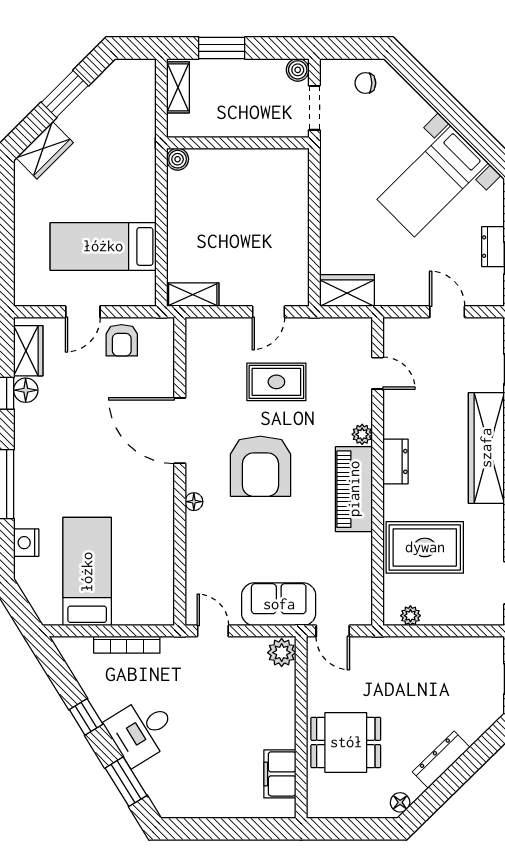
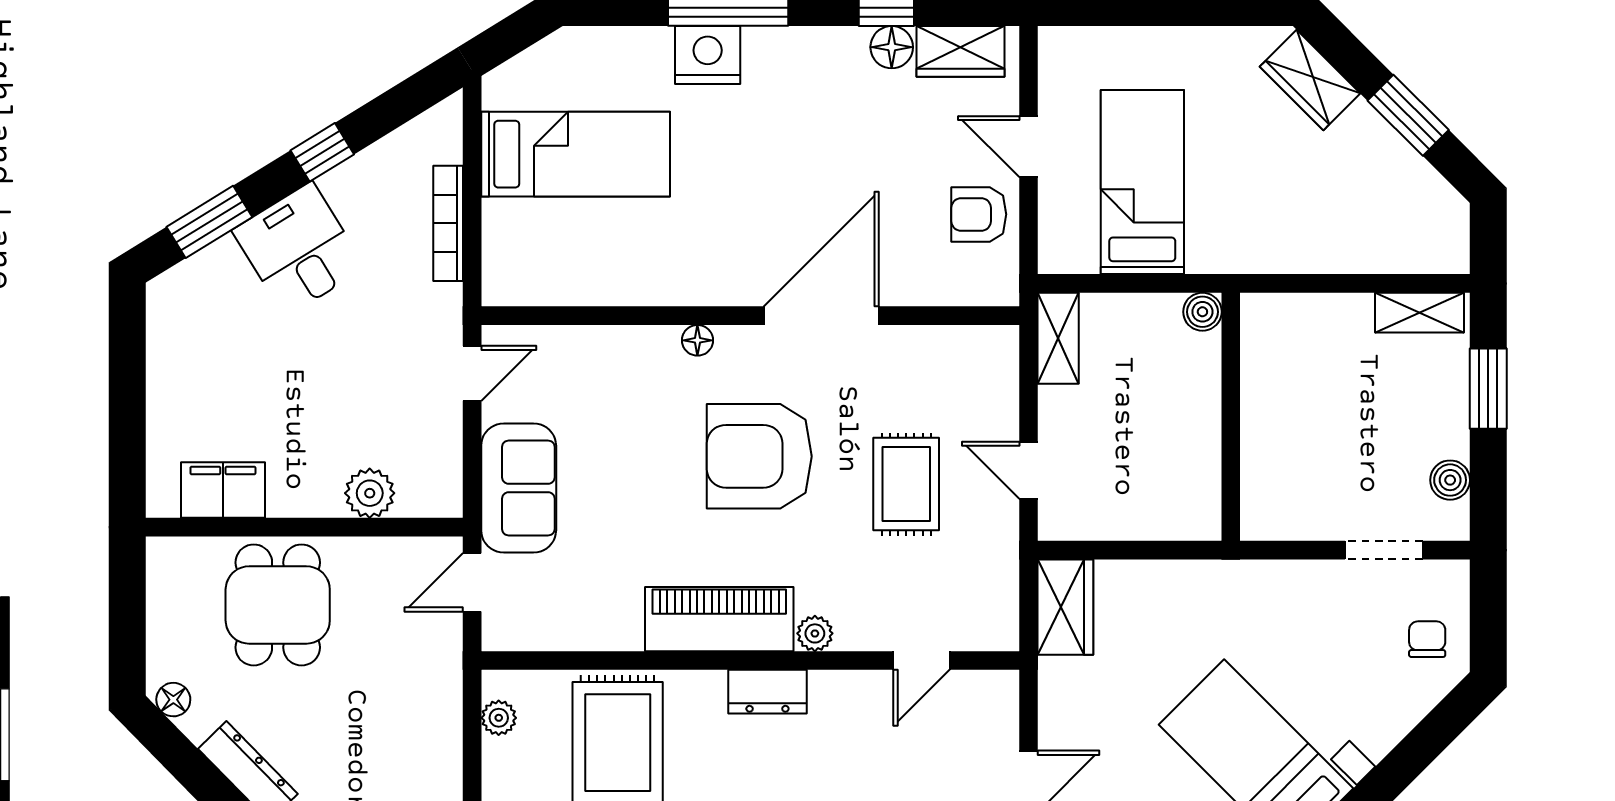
boiler: (298, 70) -> (1450, 480), moved
wall: (238, 143) -> (1231, 417), moved
boiler: (178, 159) -> (1202, 312), moved
nightstand: (26, 543) -> (708, 55), moved, width x1.36, depth x1.33
plant: (282, 653) -> (370, 493), moved

